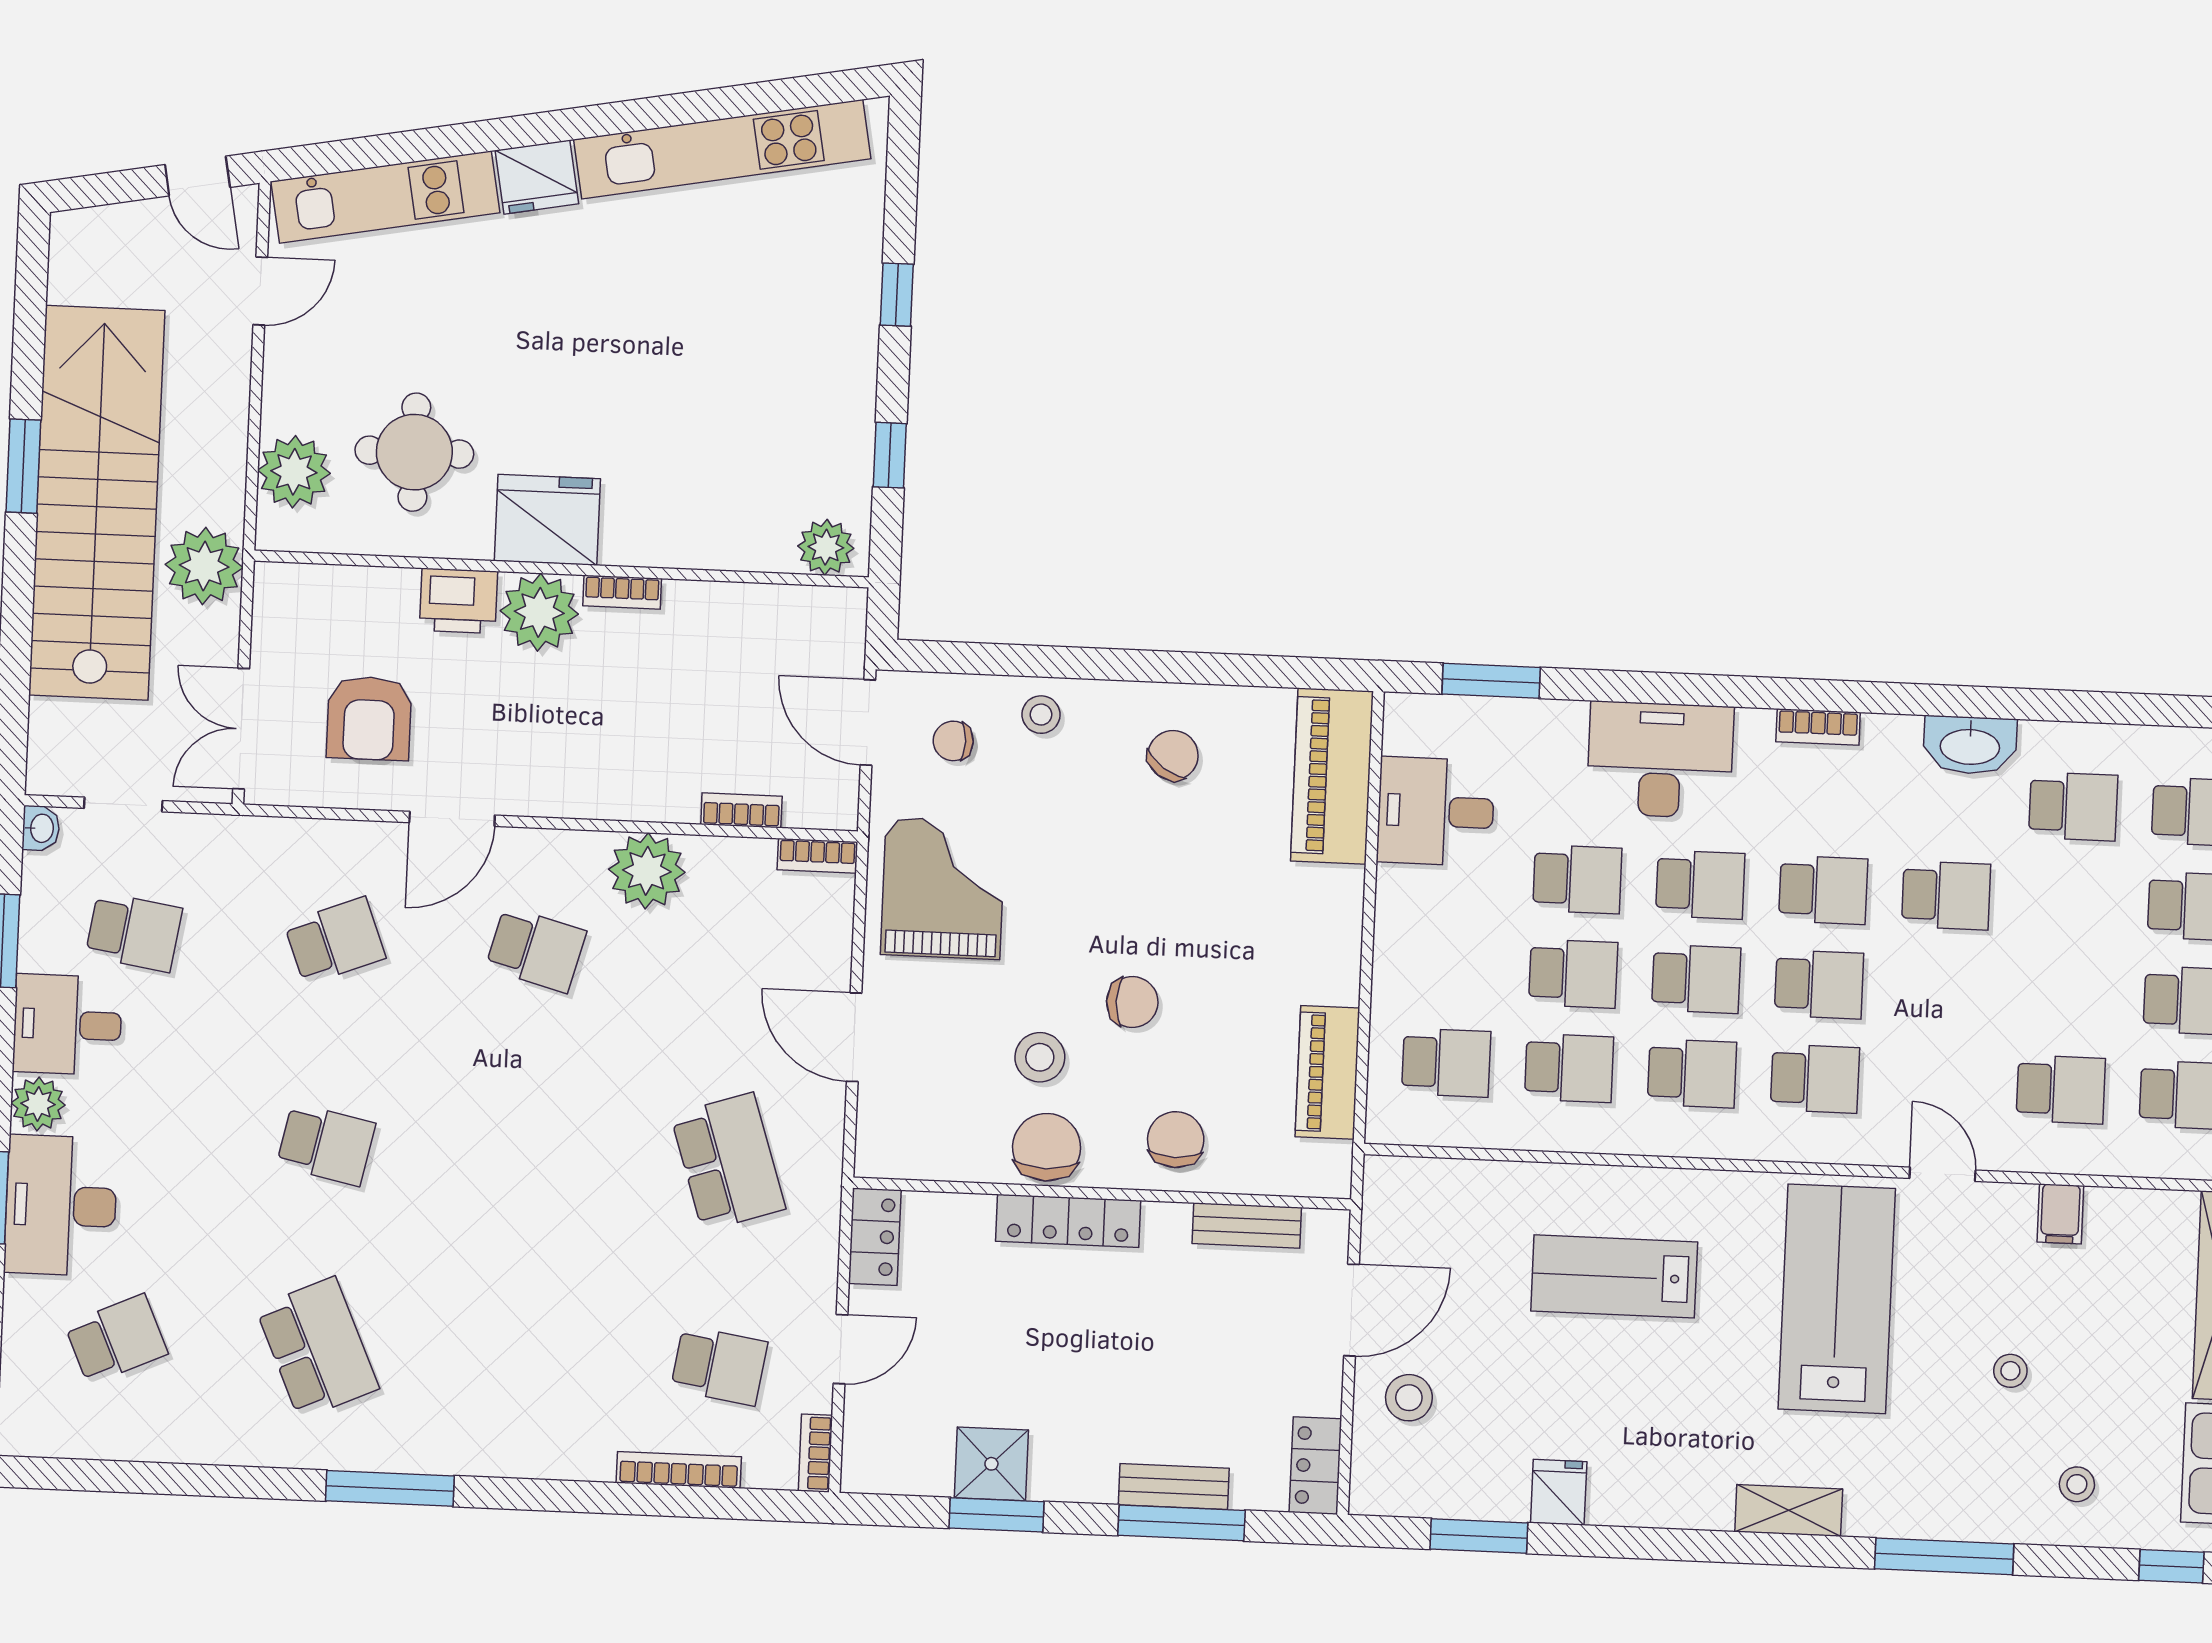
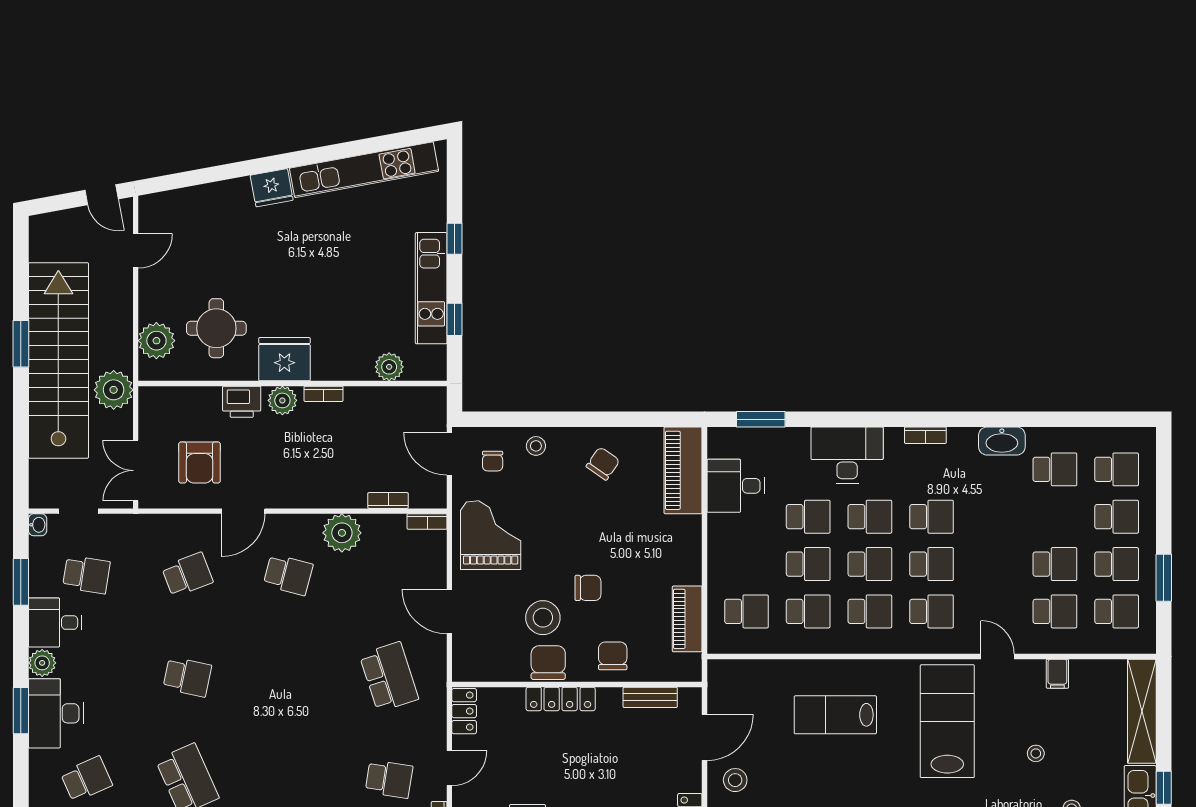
kitchen unit: (385, 197) -> (431, 288), moved, turned 100
plant: (826, 547) -> (389, 367), moved
plant: (539, 612) -> (282, 400), width x0.73, depth x0.73
chair: (953, 741) -> (493, 461), turned -90
school desk: (1946, 895) -> (1055, 564), moved
stool: (1040, 1057) -> (543, 618), width x1.38, depth x1.38

